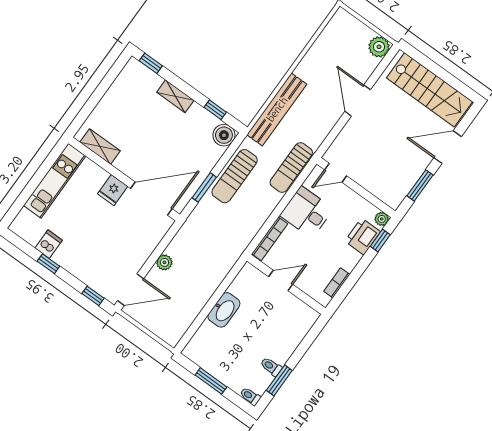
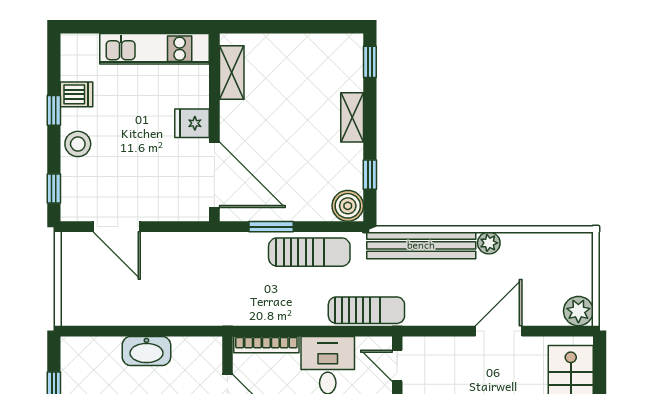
sun lounger: (291, 168) -> (366, 310), turned 180
sun lounger: (235, 176) -> (309, 252), turned 180
plant: (164, 262) -> (489, 243), moved
stool: (77, 264) -> (78, 144), added
door: (131, 290) -> (117, 227), moved

